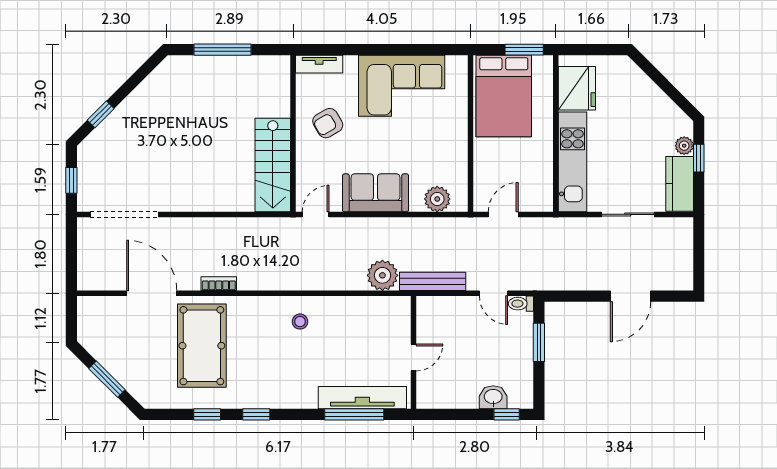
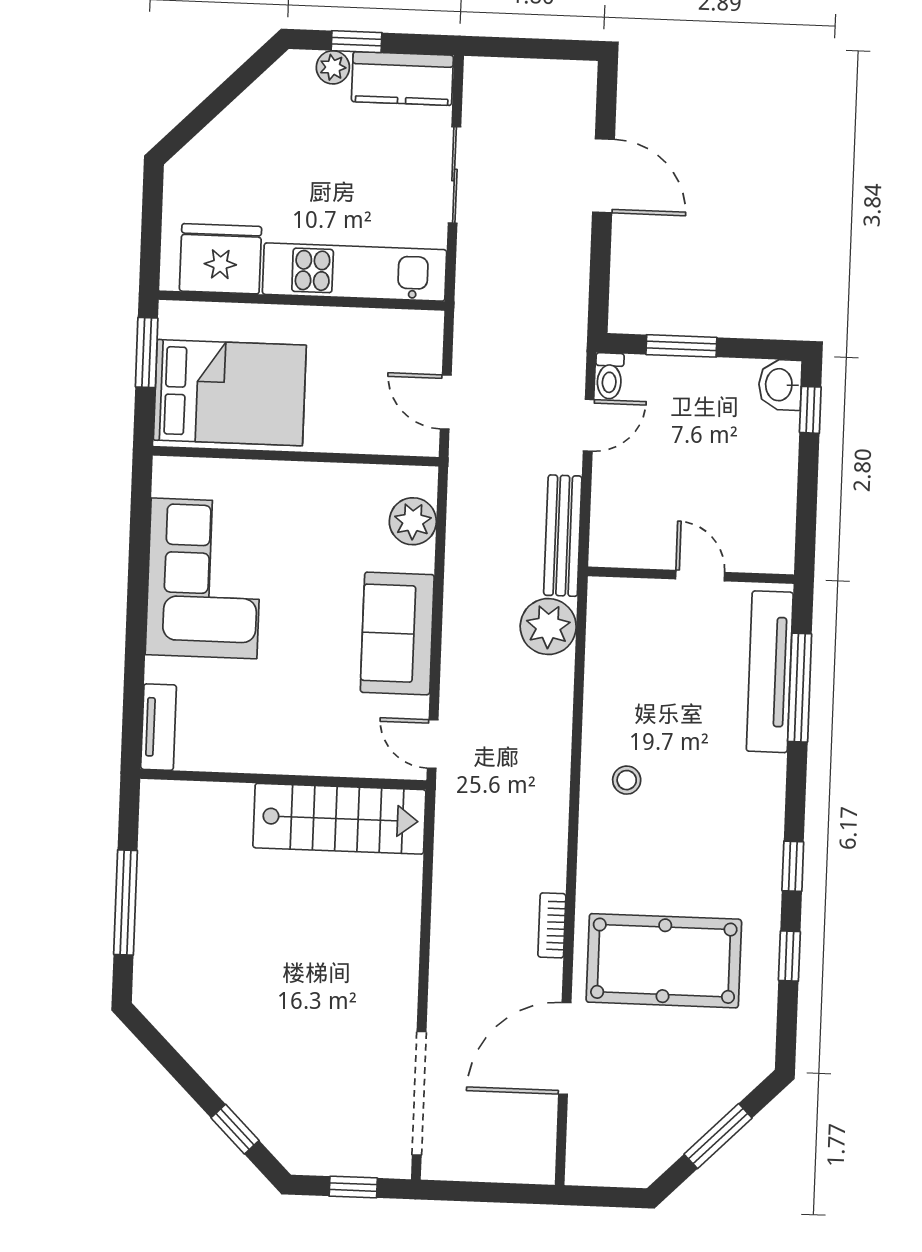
armchair: (328, 123) -> (267, 716), removed
washbasin: (493, 397) -> (780, 385), moved

